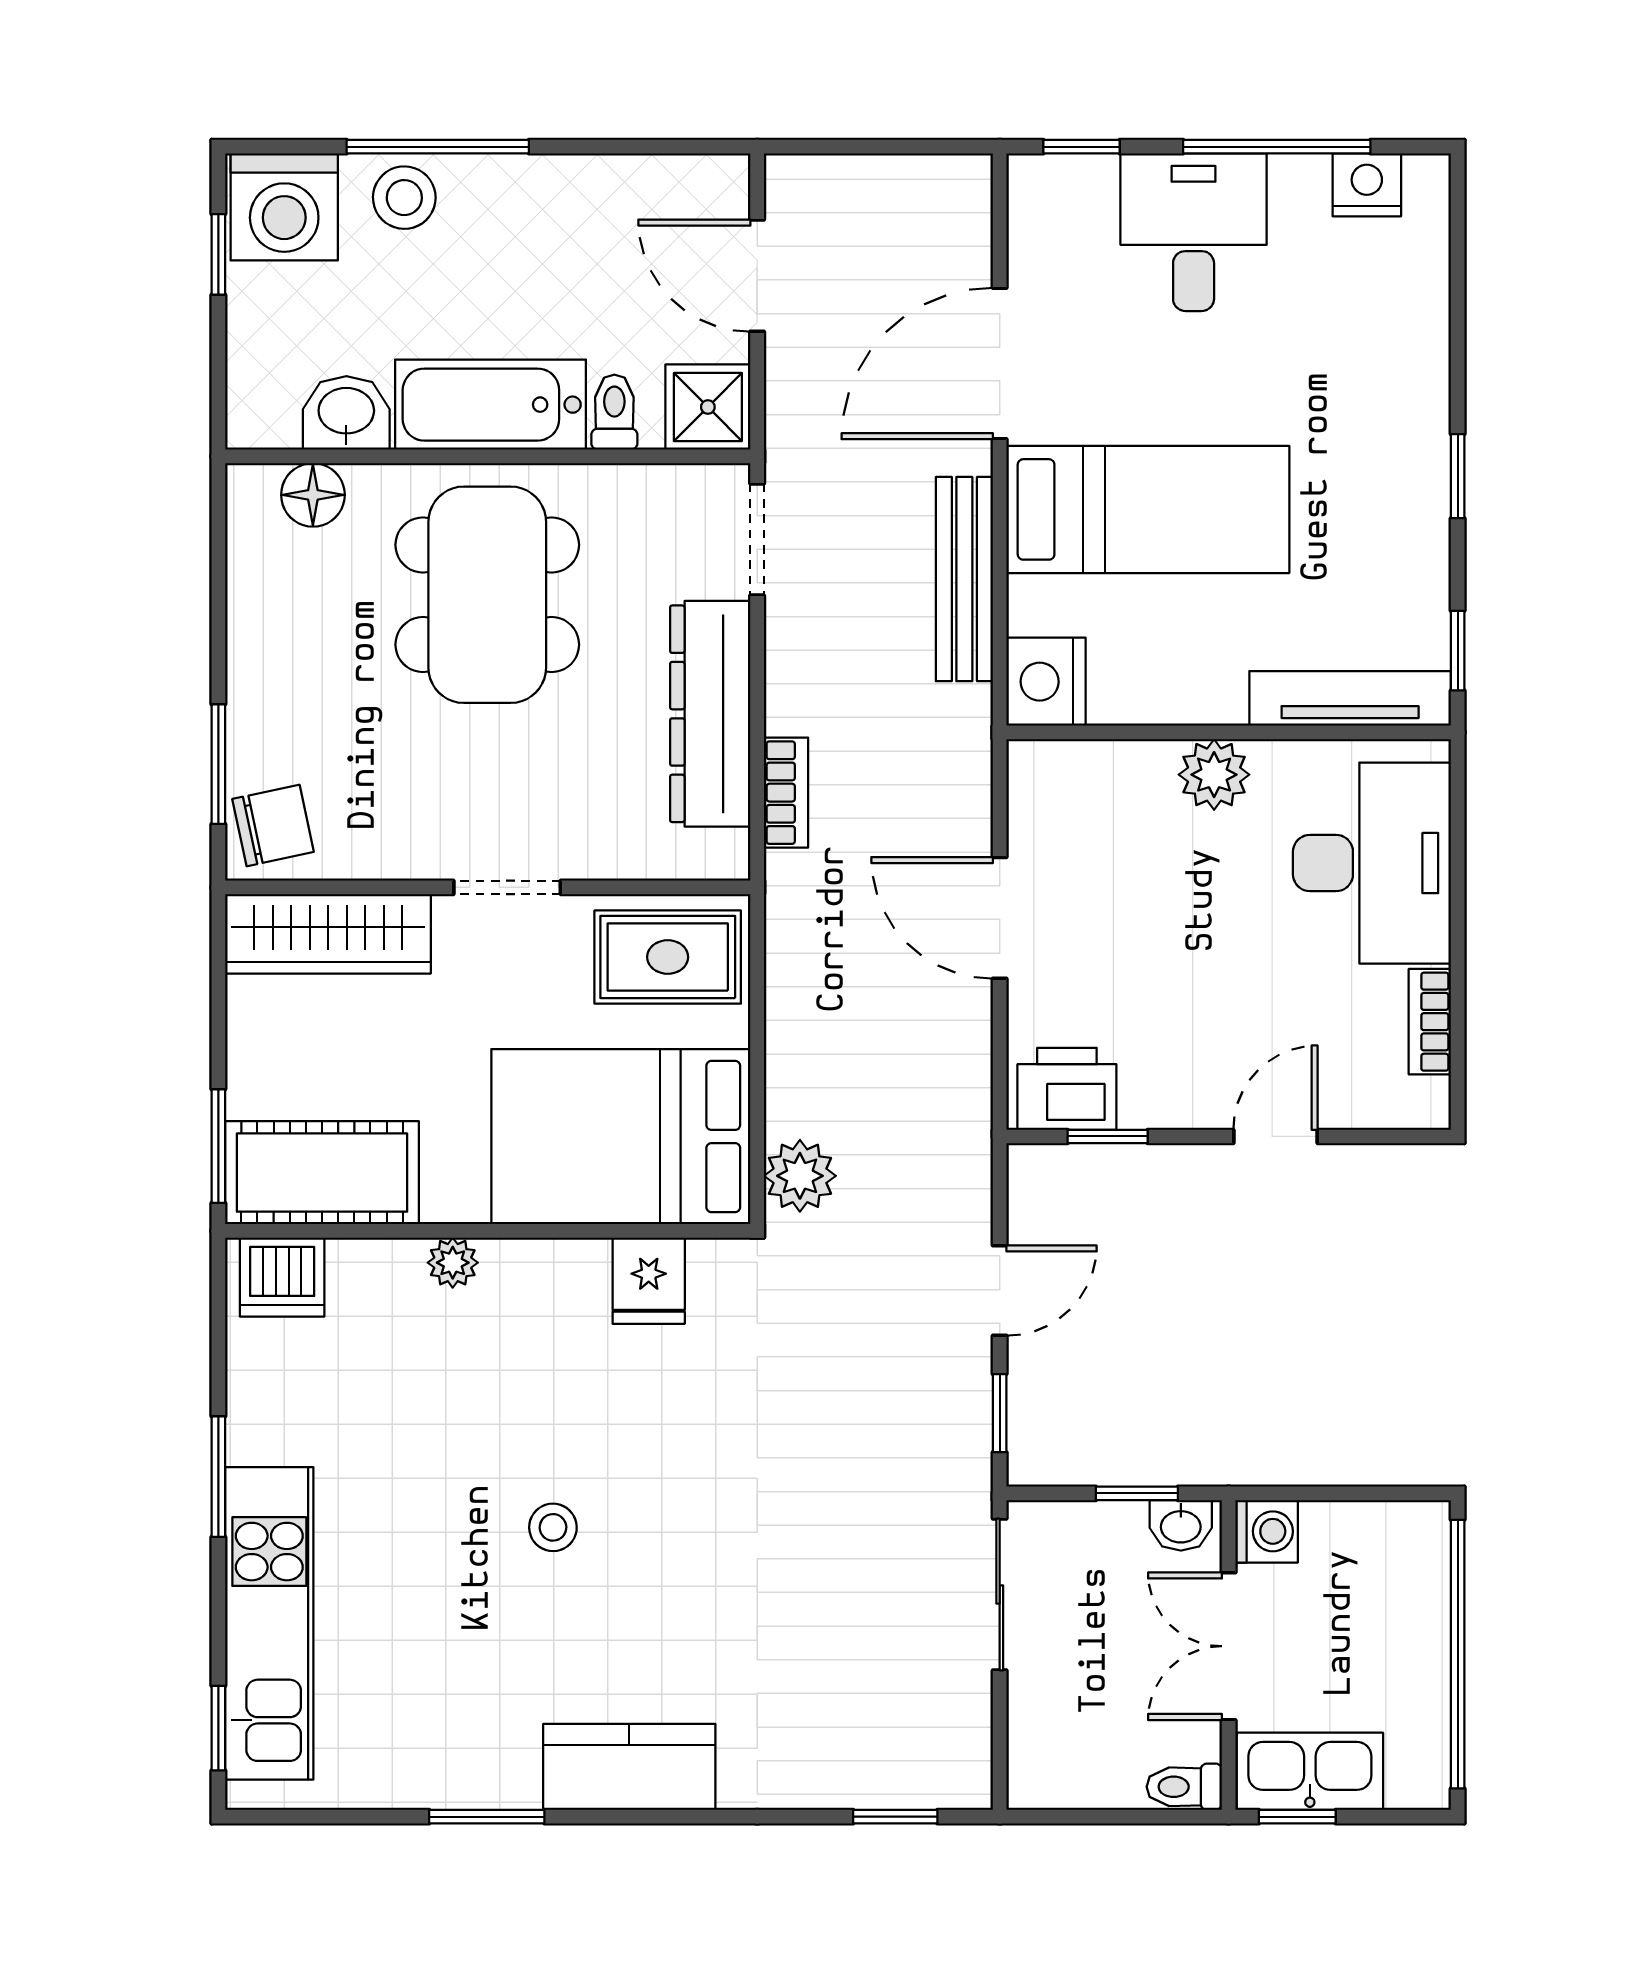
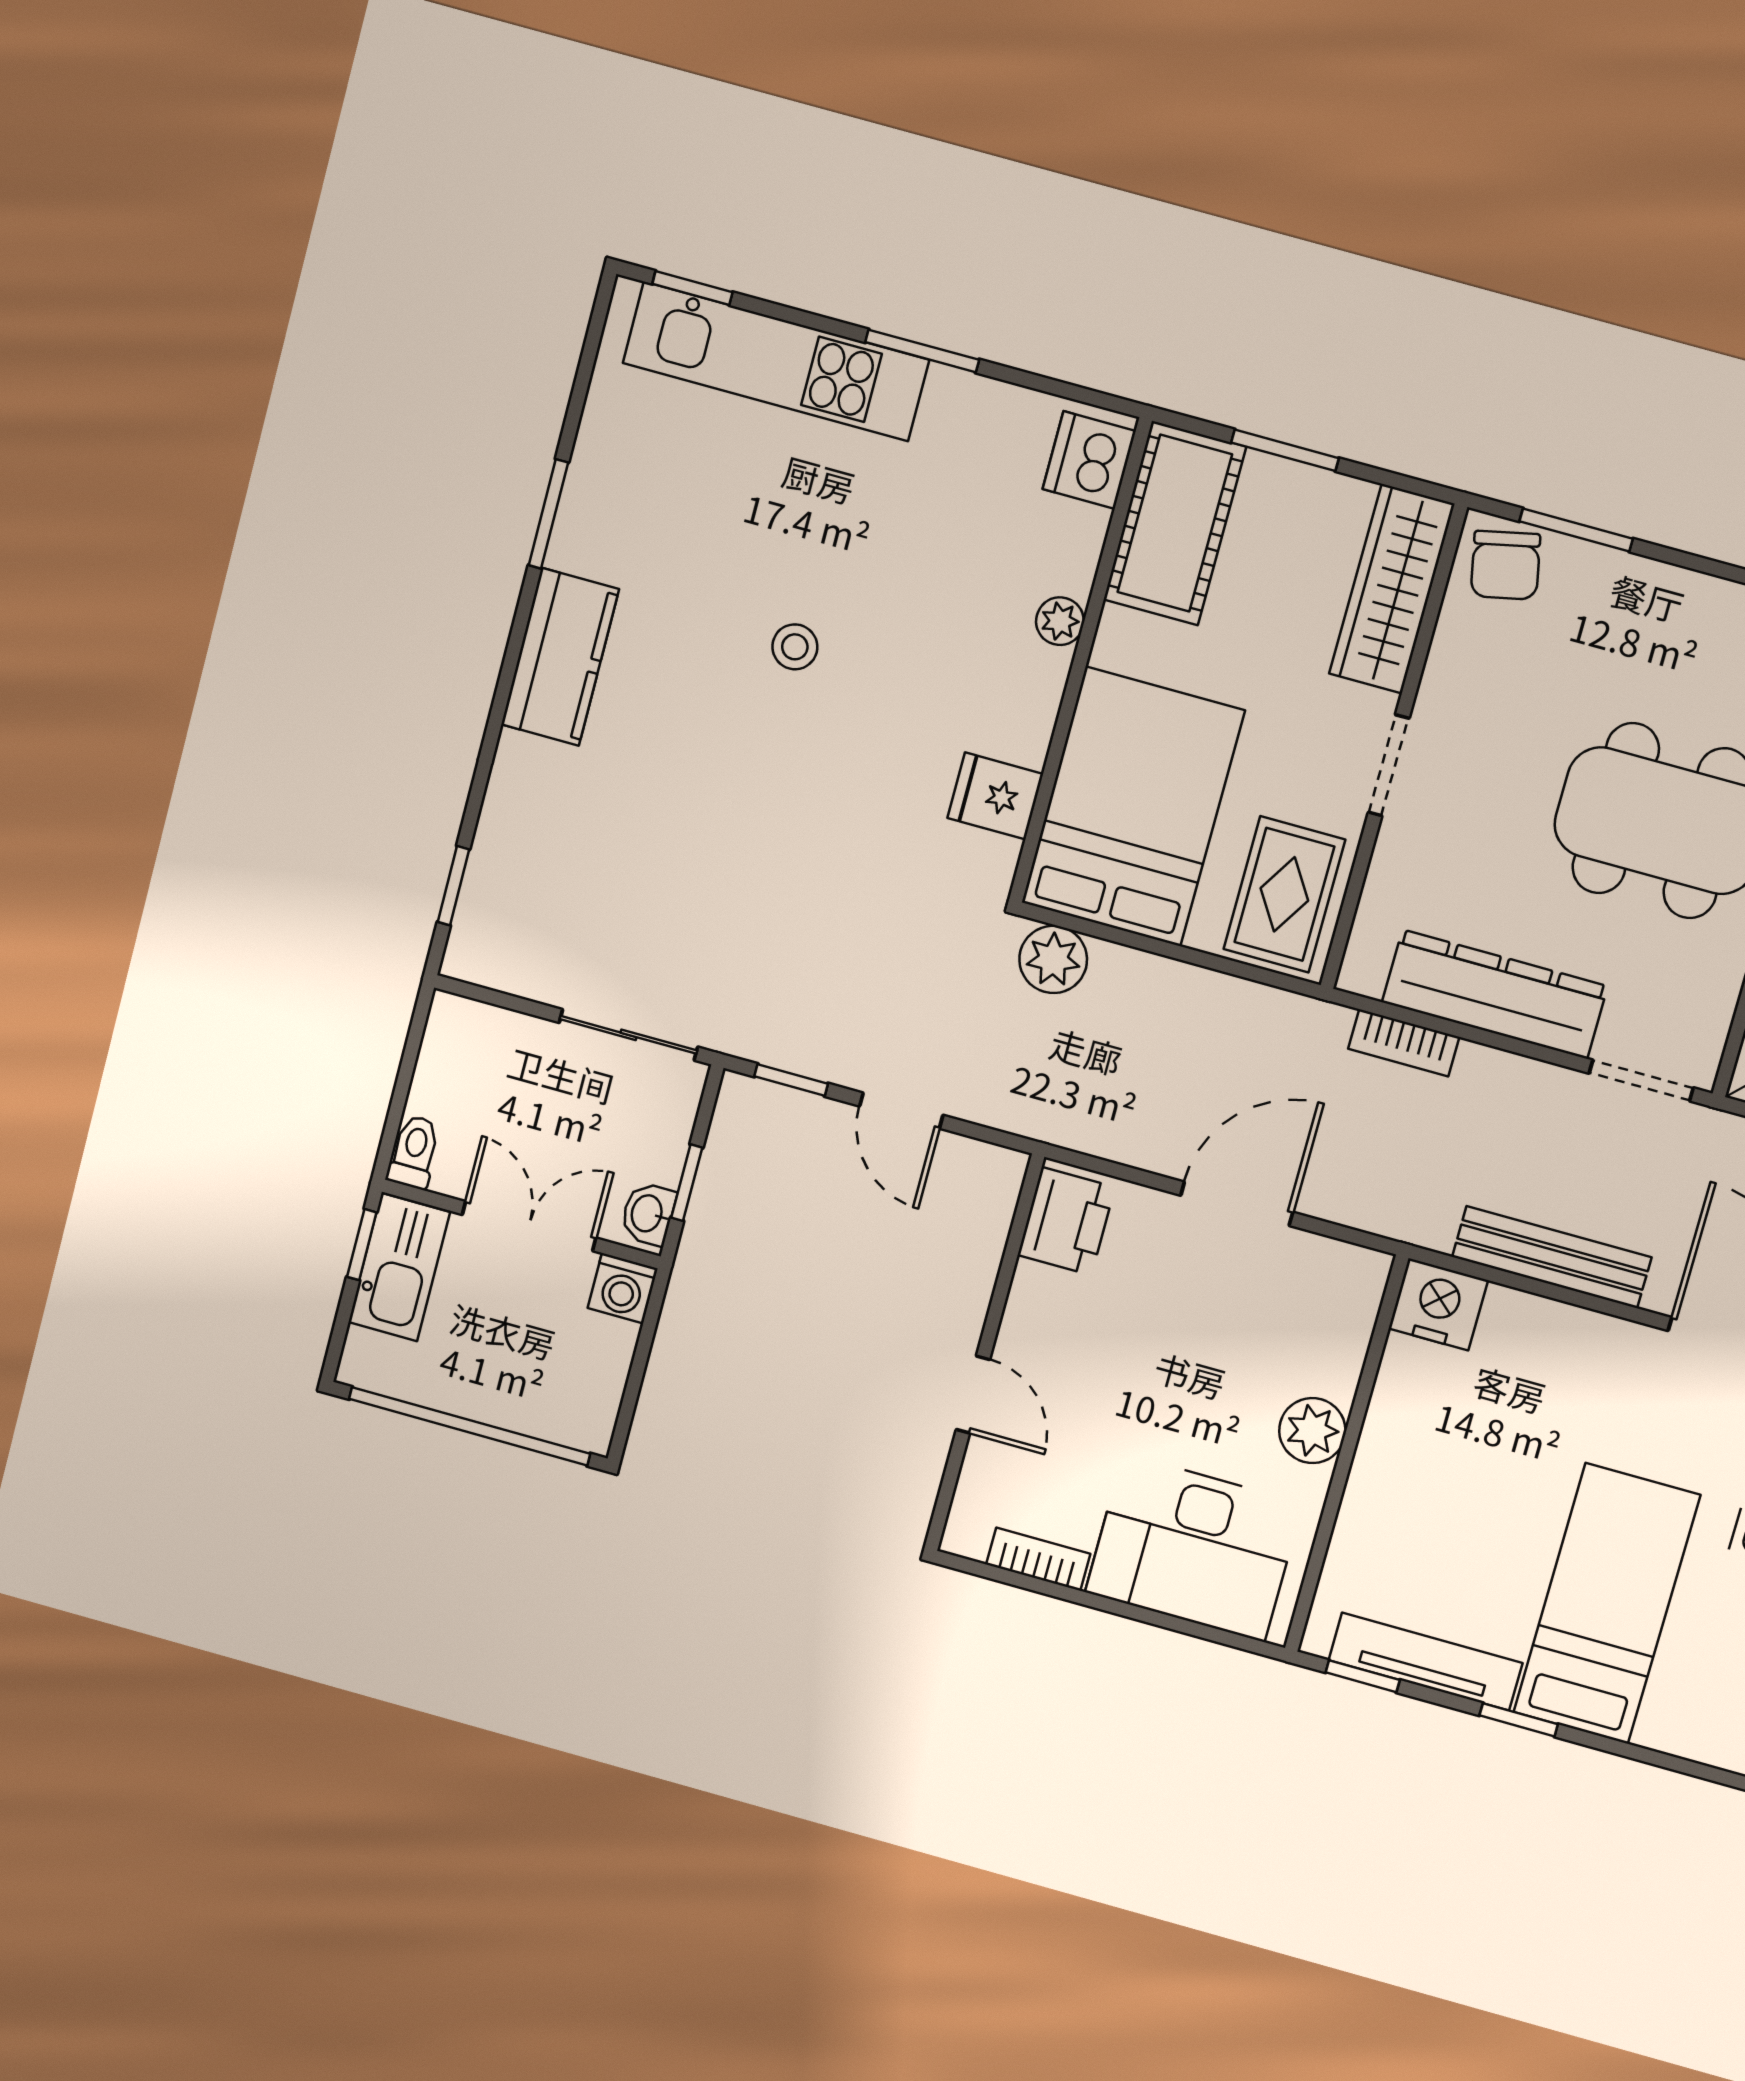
bed: (1148, 509) -> (1607, 1604), moved, turned 180
tv unit: (1350, 698) -> (1426, 1662), moved, turned -90
window: (1108, 1136) -> (1014, 1246), removed
window: (218, 1146) -> (1285, 450), moved

